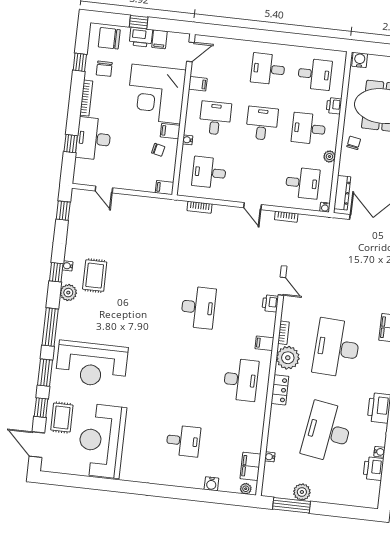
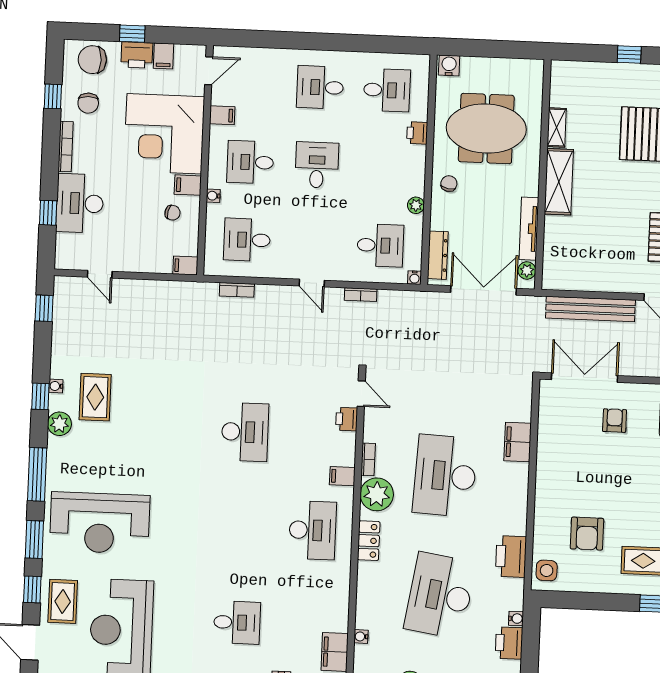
desk: (215, 118) -> (250, 162), turned -90
desk: (309, 129) -> (384, 168), removed

